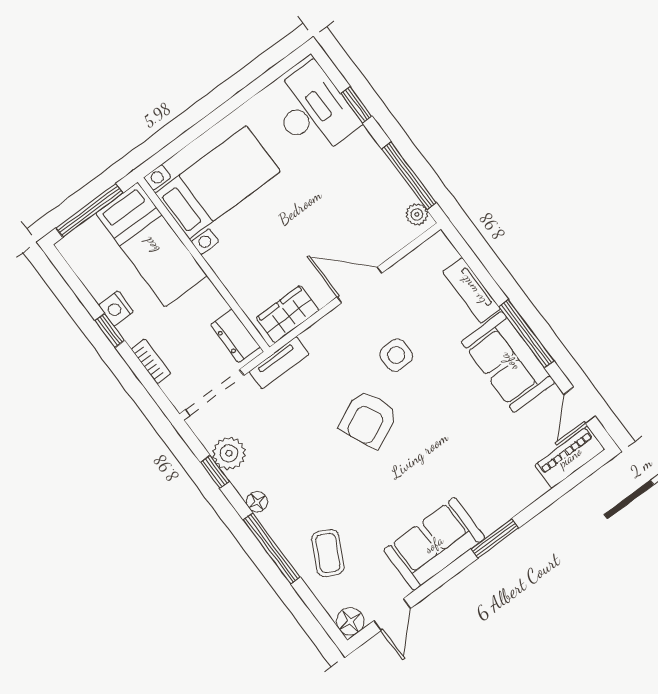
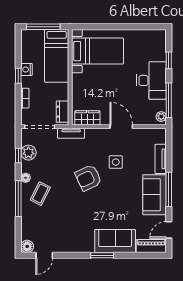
desk: (313, 110) -> (151, 80), moved
sofa: (434, 544) -> (115, 241), moved
coffee table: (328, 553) -> (40, 194), moved

